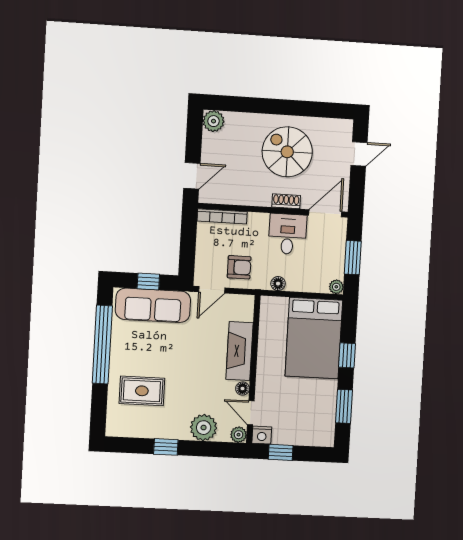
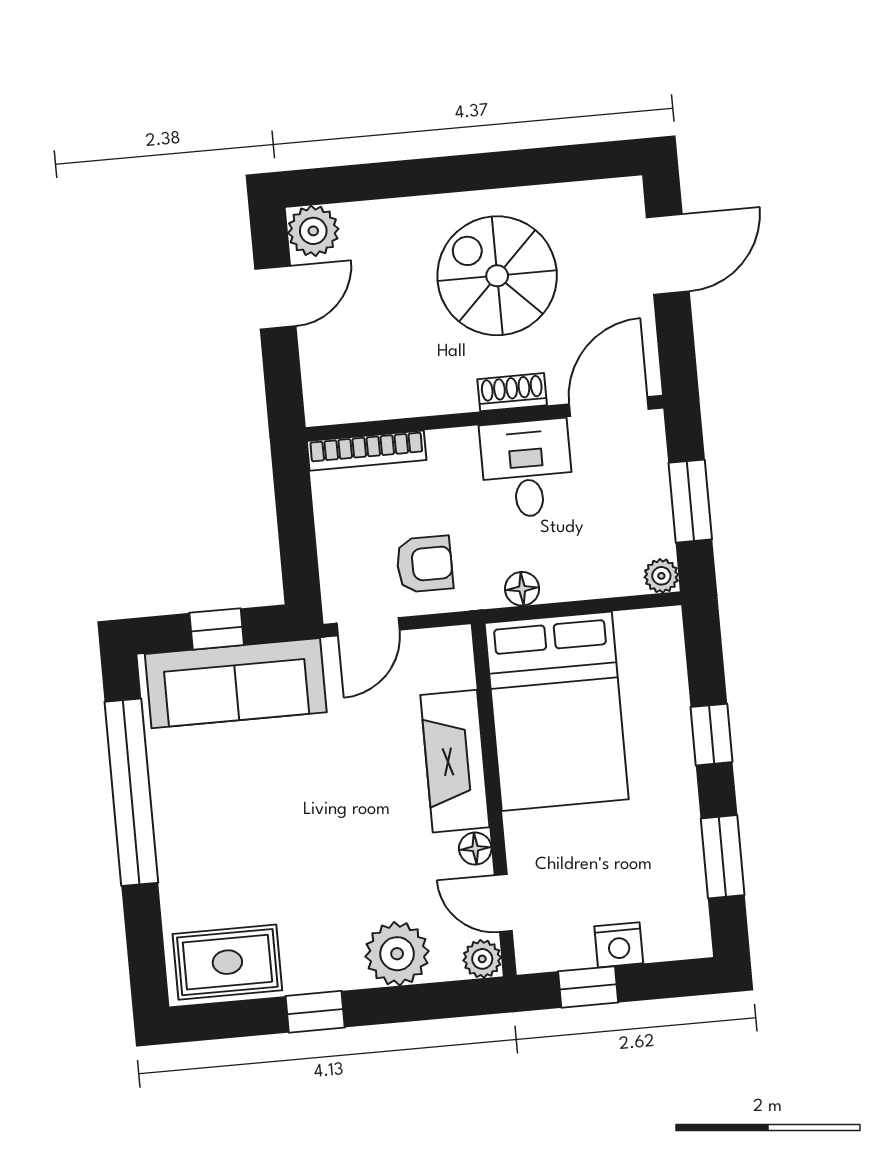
door: (359, 154) -> (668, 254), width x1.38
door: (192, 176) -> (275, 297), moved
bed: (314, 338) -> (557, 711), moved
rug: (142, 391) -> (227, 962), moved
nightstand: (262, 435) -> (619, 945), moved

